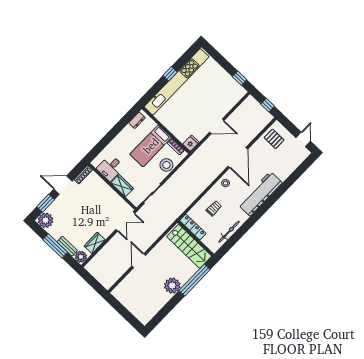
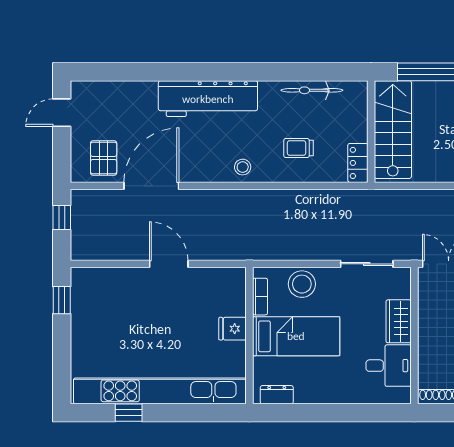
window: (170, 74) -> (129, 413), moved
fridge: (191, 143) -> (233, 329), moved
door: (238, 158) -> (151, 186), moved
locker: (193, 227) -> (358, 163), width x0.66

